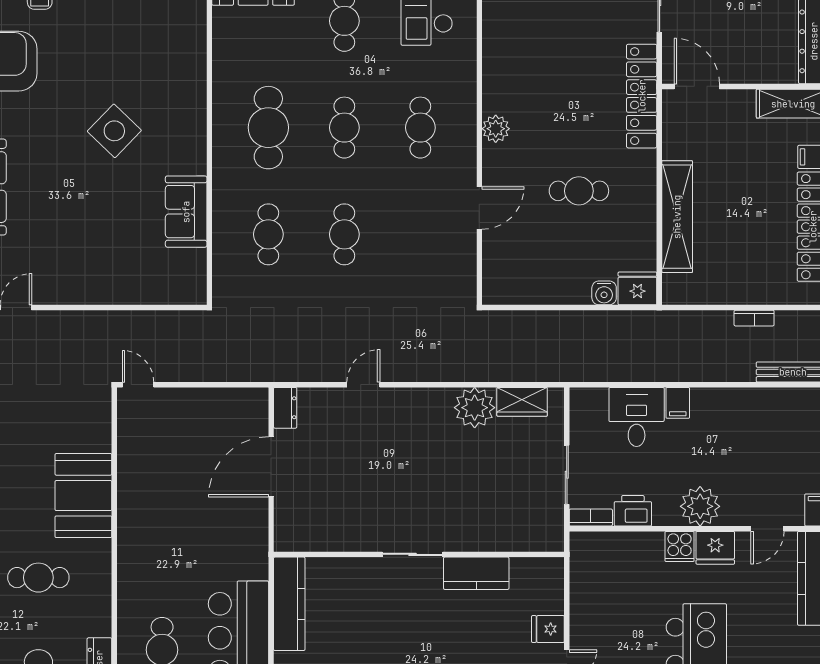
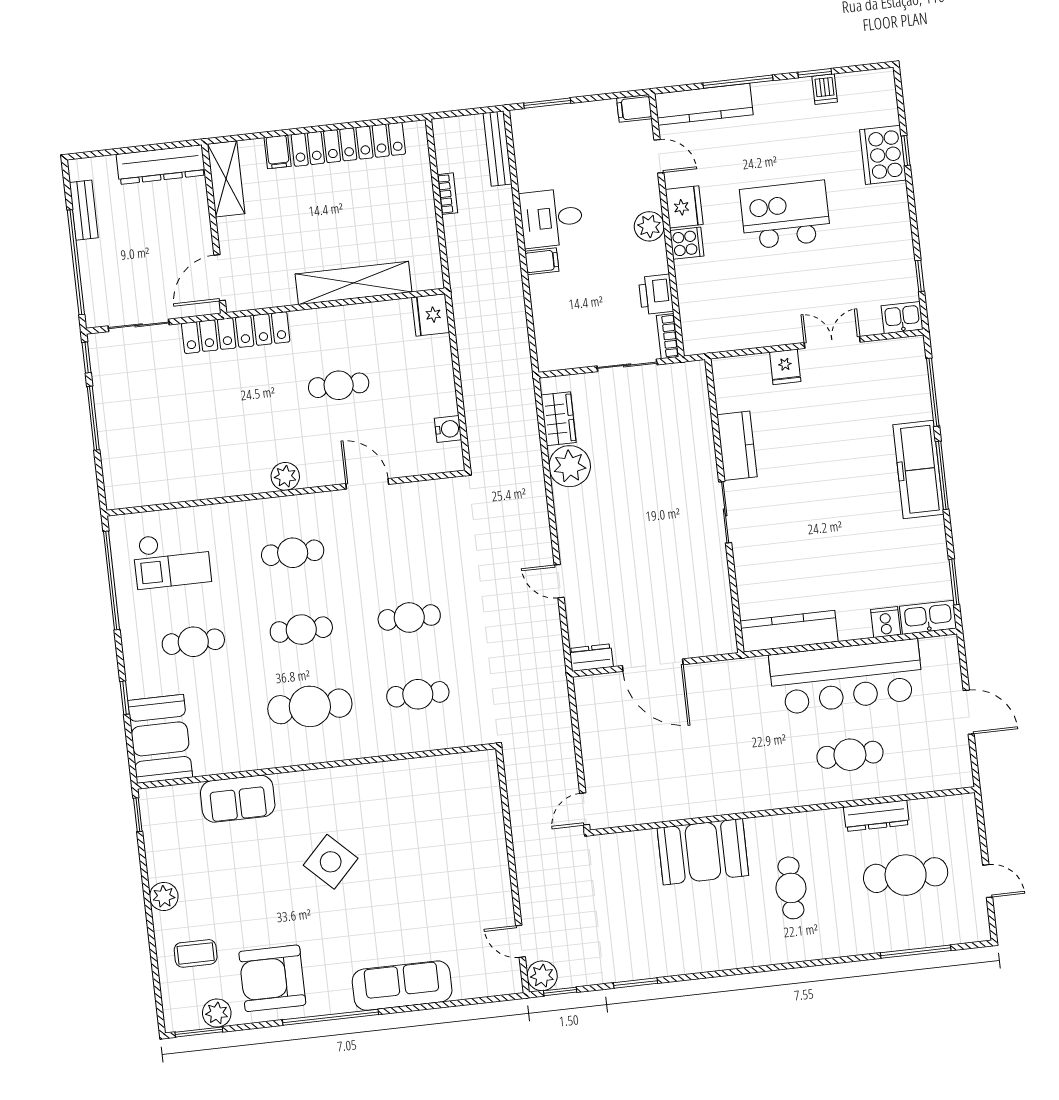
cafe table: (579, 191) -> (339, 385), turned 90
sofa: (186, 212) -> (238, 799), moved
water cooler: (604, 293) -> (448, 429), moved
desk: (637, 417) -> (551, 218), moved
plant: (700, 506) -> (649, 226), width x0.73, depth x0.73

